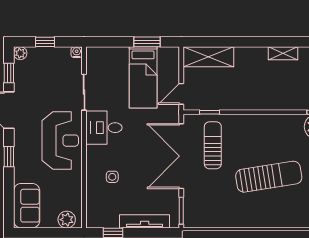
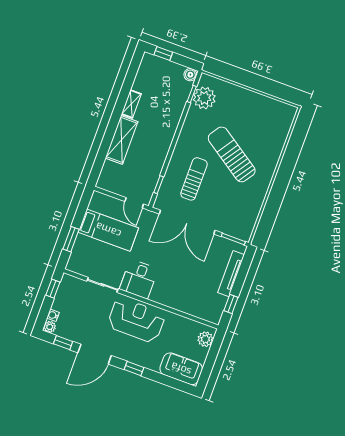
window: (45, 42) -> (53, 289), moved
window: (147, 42) -> (71, 239), moved
water cooler: (77, 52) -> (53, 315), moved
shelving: (208, 57) -> (122, 140), moved
sun lounger: (213, 145) -> (194, 179), moved, turned 90
side table: (112, 177) -> (183, 287), removed
sun lounger: (269, 177) -> (232, 154), turned -47

